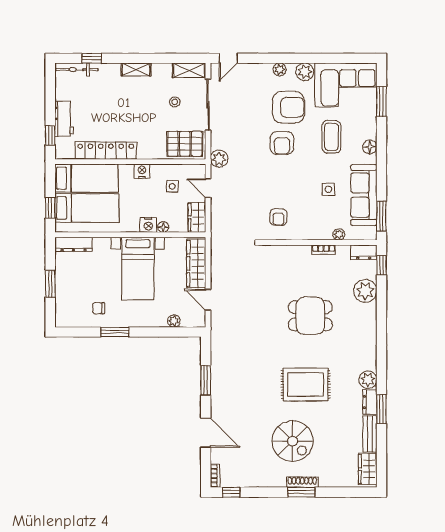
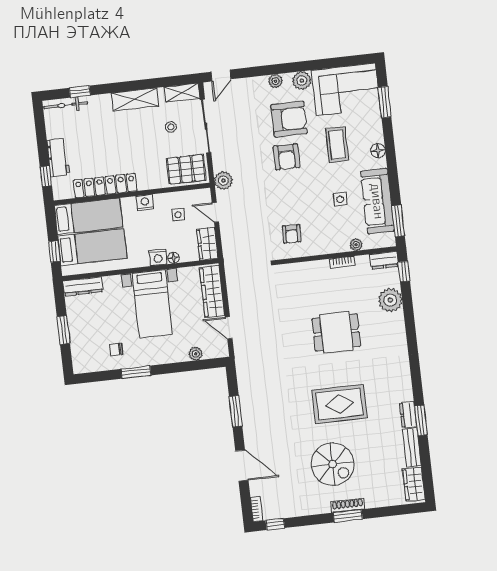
shelving: (136, 69) -> (135, 99), width x1.50, depth x1.33
plant: (368, 380) -> (403, 392), removed

